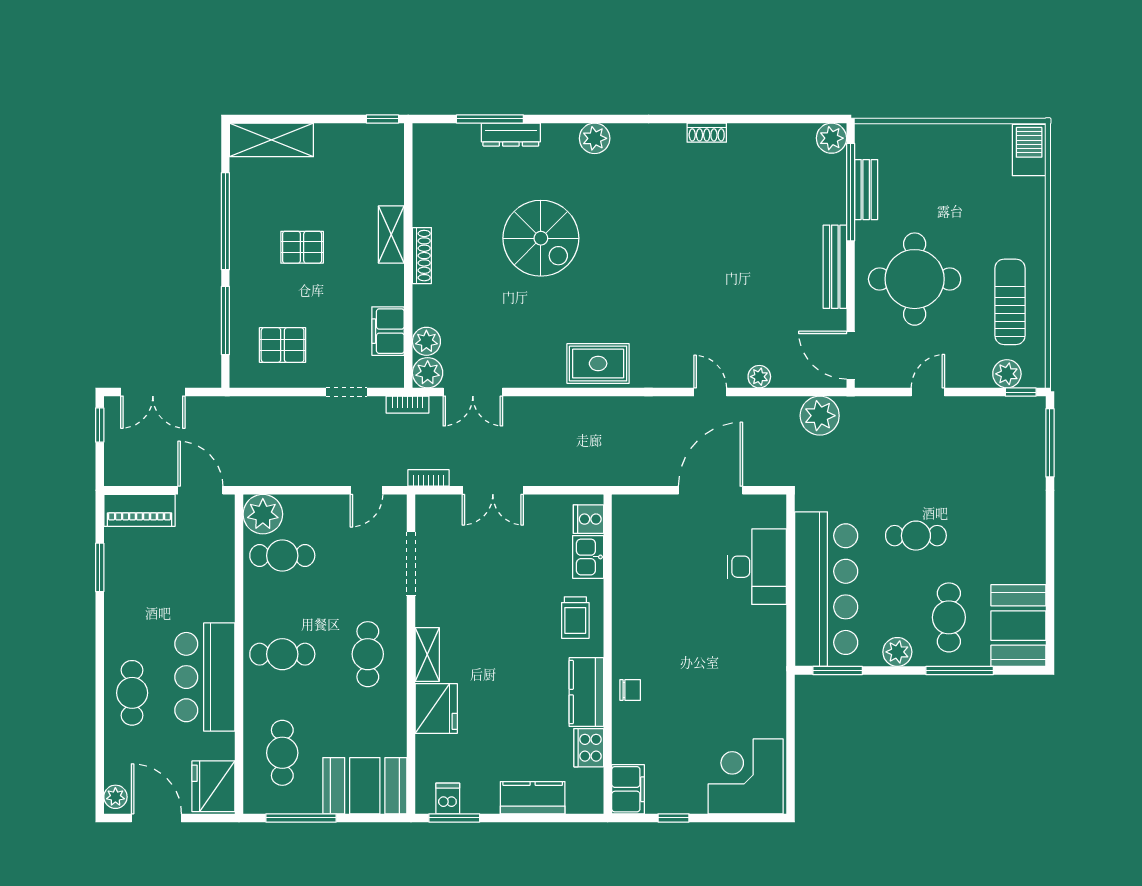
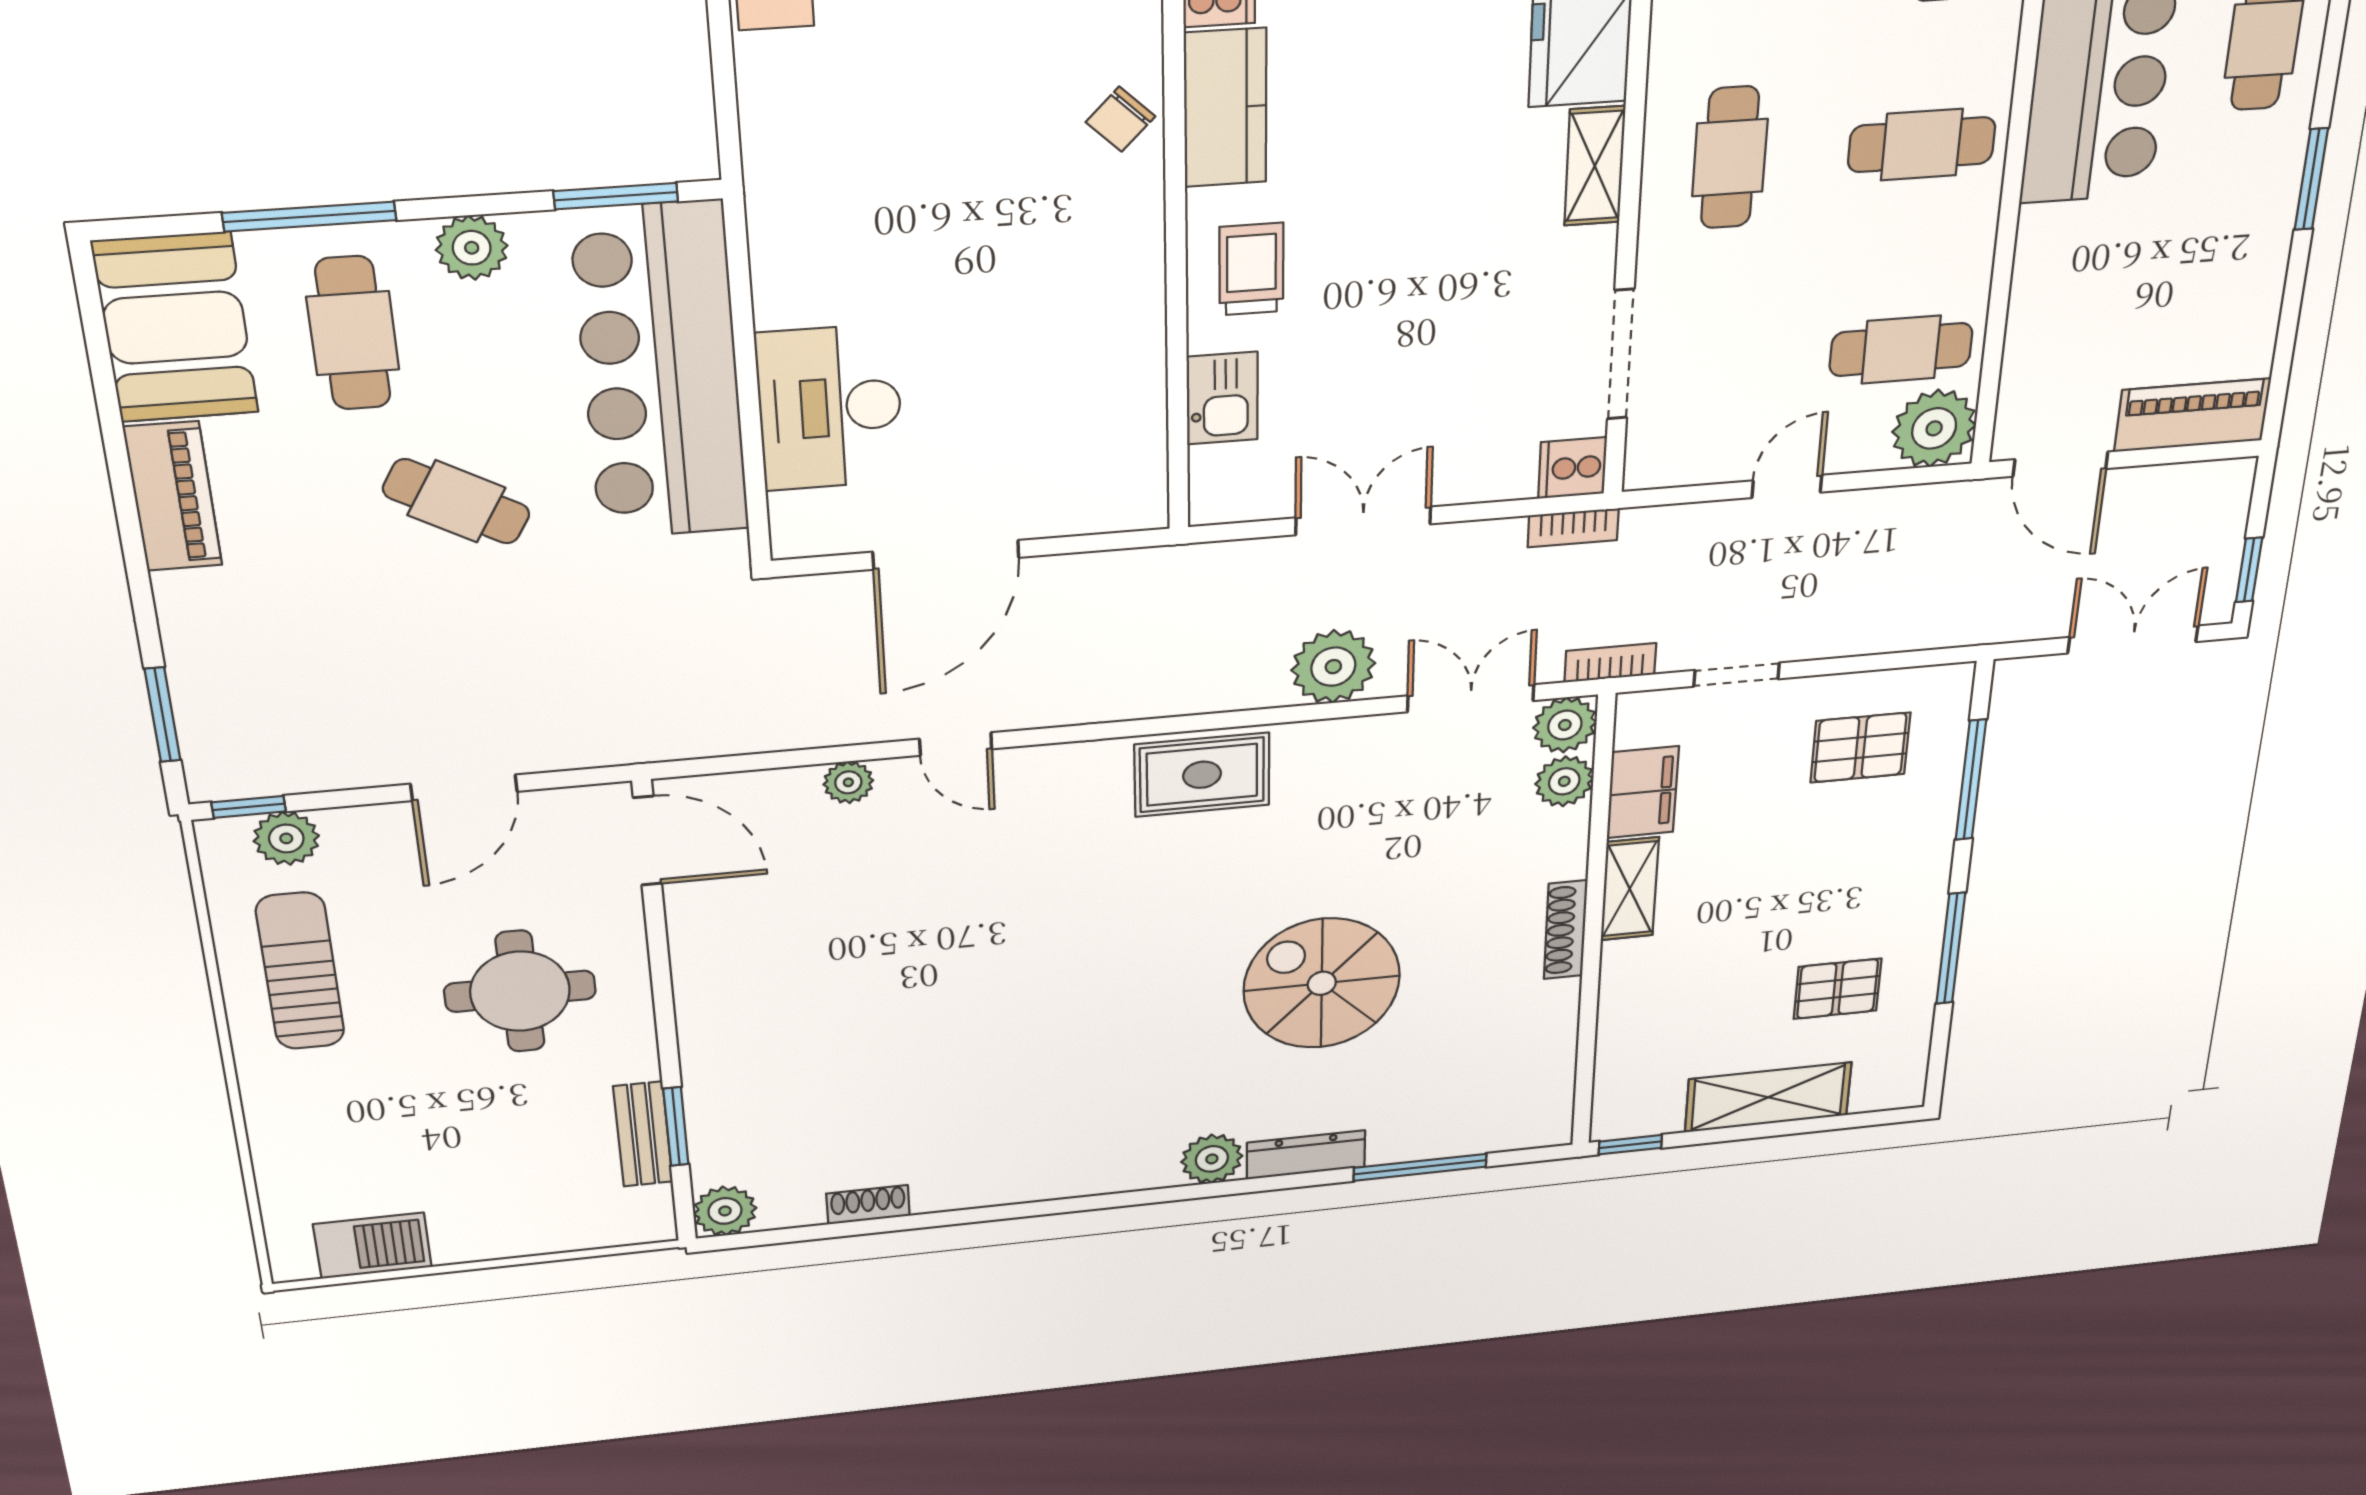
shoe rack: (707, 133) -> (868, 1205), moved
dresser: (511, 135) -> (1306, 1155), moved
shelving: (271, 140) -> (1768, 1097), moved
barbecue: (1029, 150) -> (373, 1246), moved, turned -90
window: (851, 192) -> (676, 1126), width x0.47
window: (225, 221) -> (1951, 948), width x0.68
shelving: (391, 235) -> (1630, 889), moved
pallet: (302, 247) -> (1838, 989), moved
bench: (835, 267) -> (698, 996), removed
round table: (915, 279) -> (520, 991), width x0.73, depth x0.73
sun lounger: (1010, 302) -> (300, 971), turned 180
door: (928, 392) -> (464, 788), width x1.38
plant: (820, 416) -> (1333, 667), moved
window: (1050, 443) -> (163, 715), width x0.69
door: (367, 490) -> (1787, 486), moved
double door: (493, 490) -> (1363, 521), moved
cooker: (588, 519) -> (1573, 468), moved, turned 180
cafe table: (916, 536) -> (456, 501), turned 30
piano: (1031, 548) -> (173, 496), added
window: (100, 567) -> (2311, 179), moved
chair: (630, 690) -> (1120, 119), turned -46

